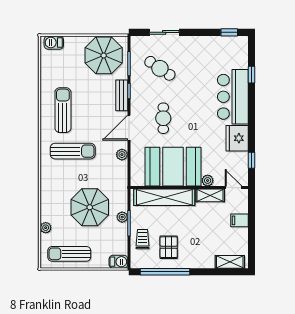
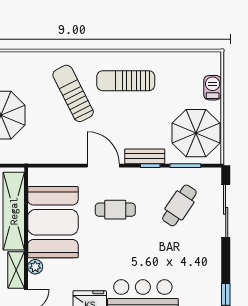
sliding door: (164, 32) -> (226, 211), width x1.37
barbecue: (54, 43) -> (213, 88), moved
sun lounger: (63, 110) -> (126, 81), turned 180
sun lounger: (73, 151) -> (73, 93), turned 153
plant: (122, 155) -> (69, 157), removed

